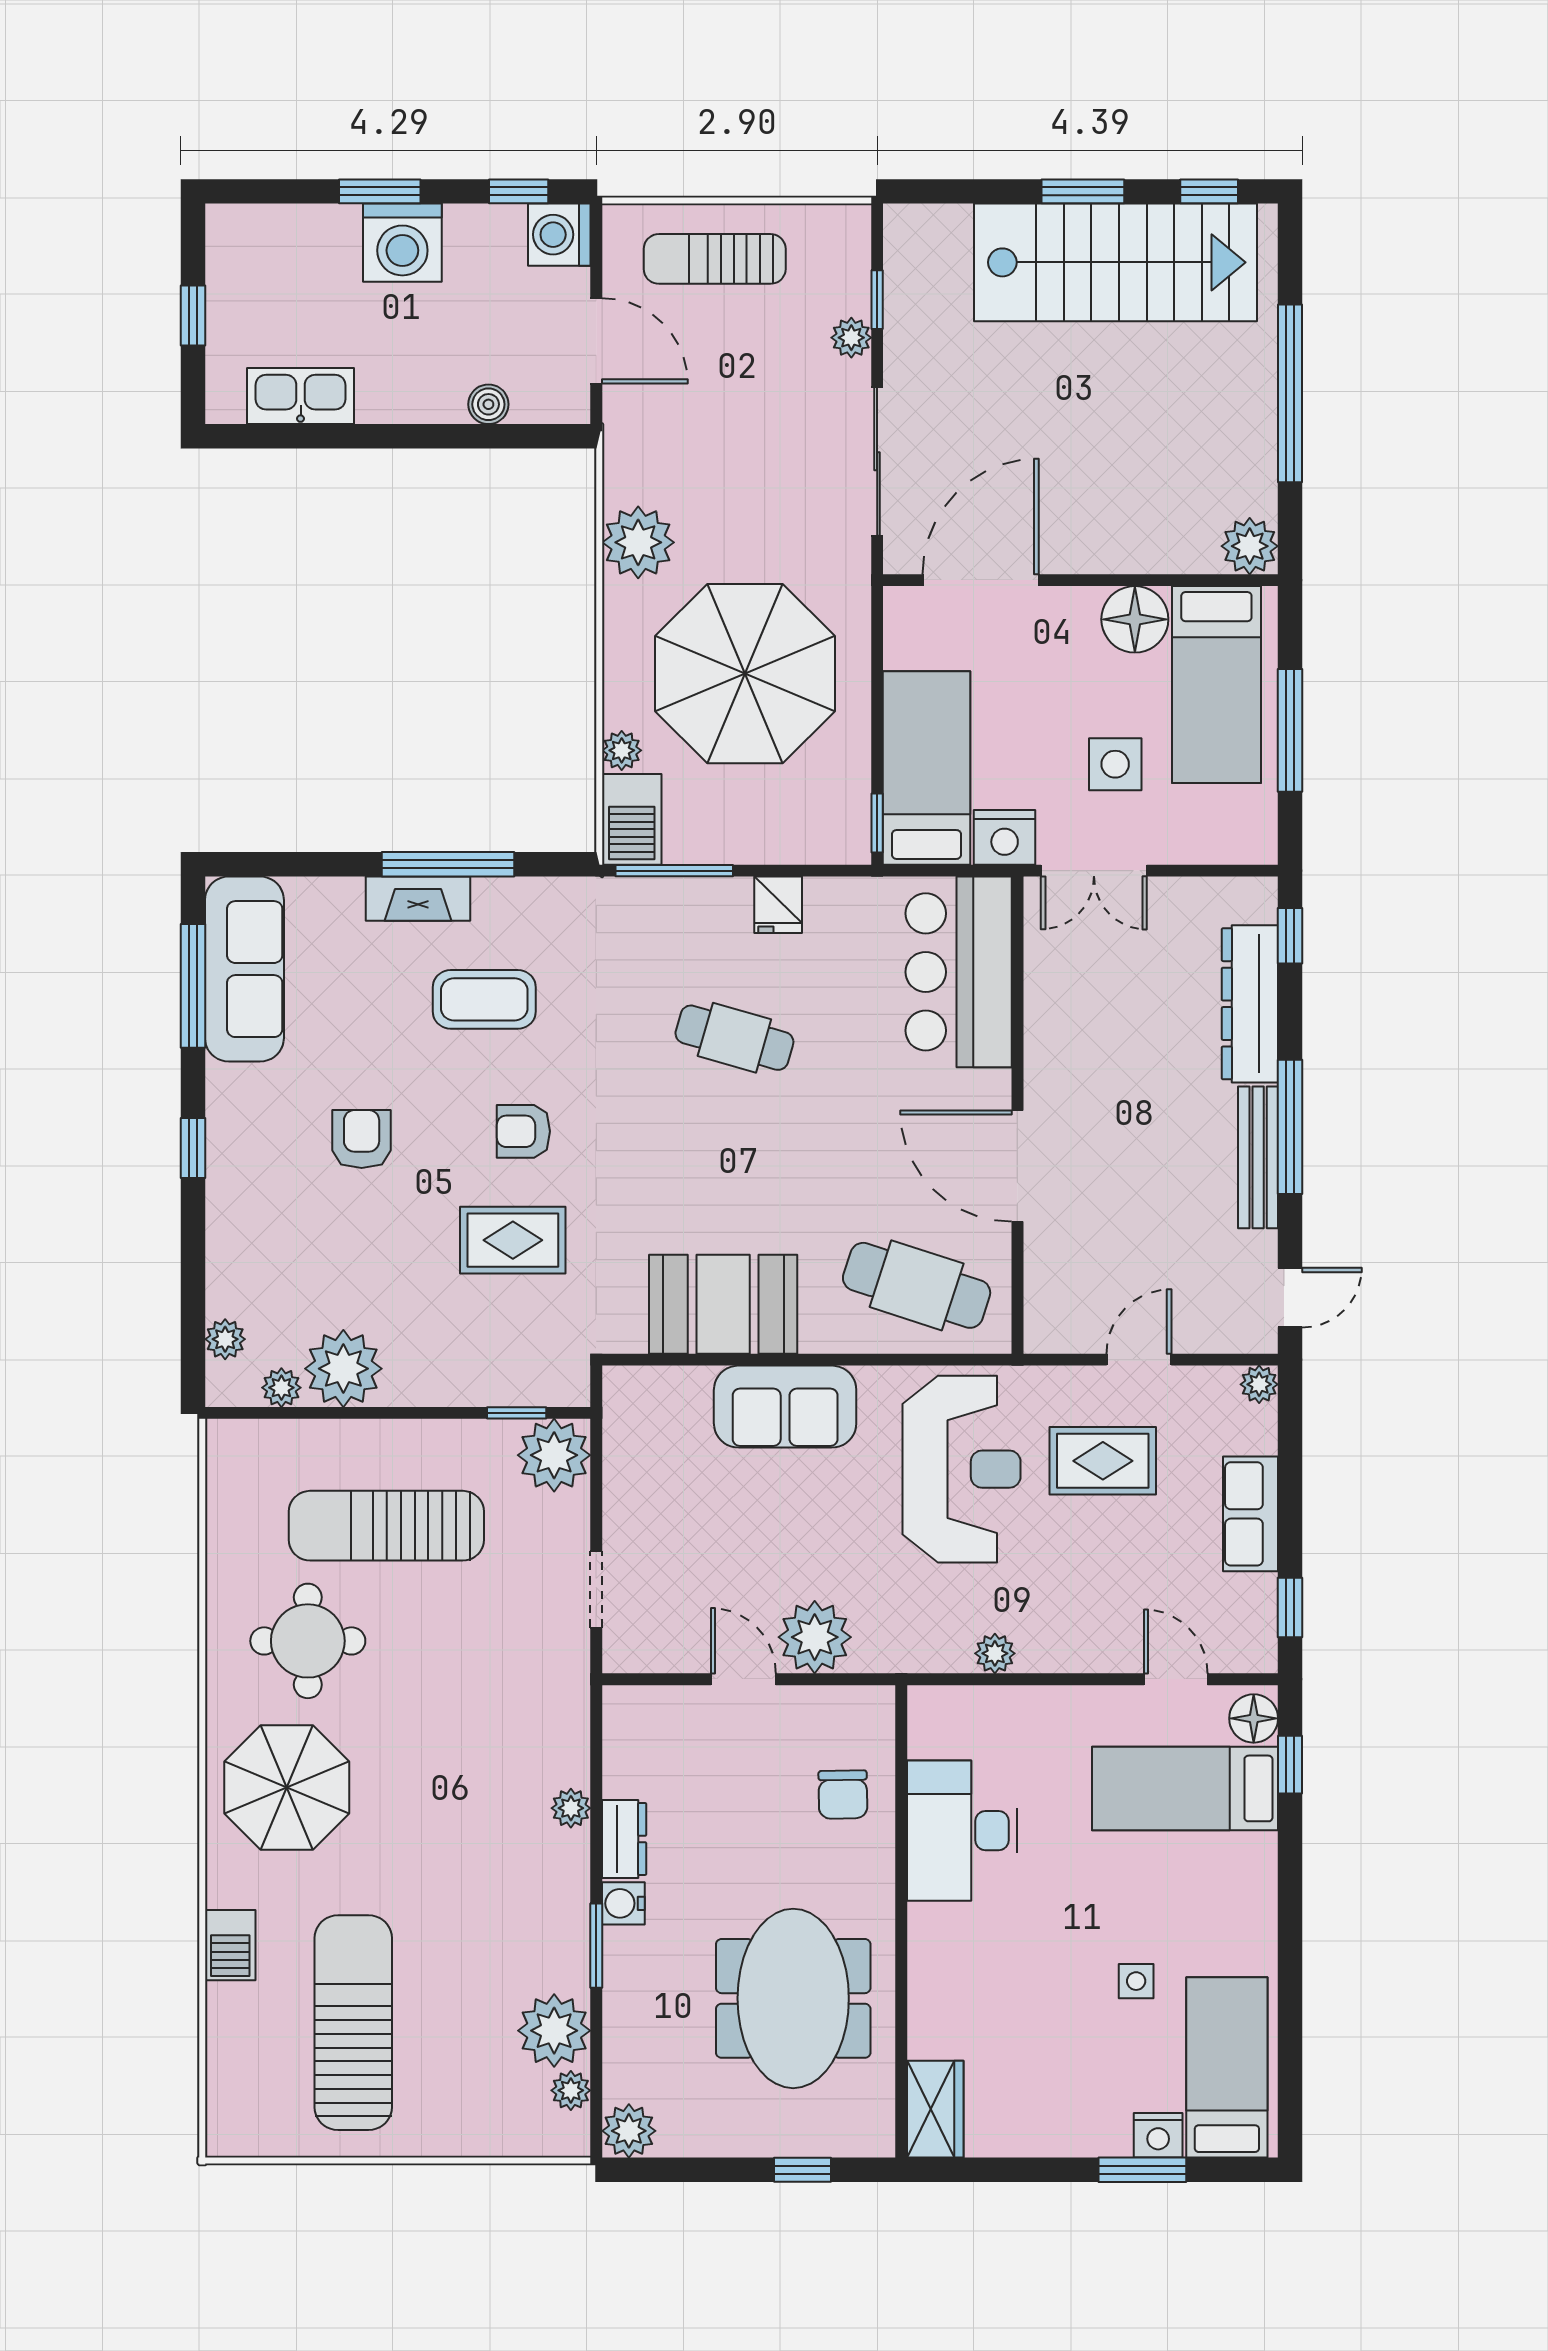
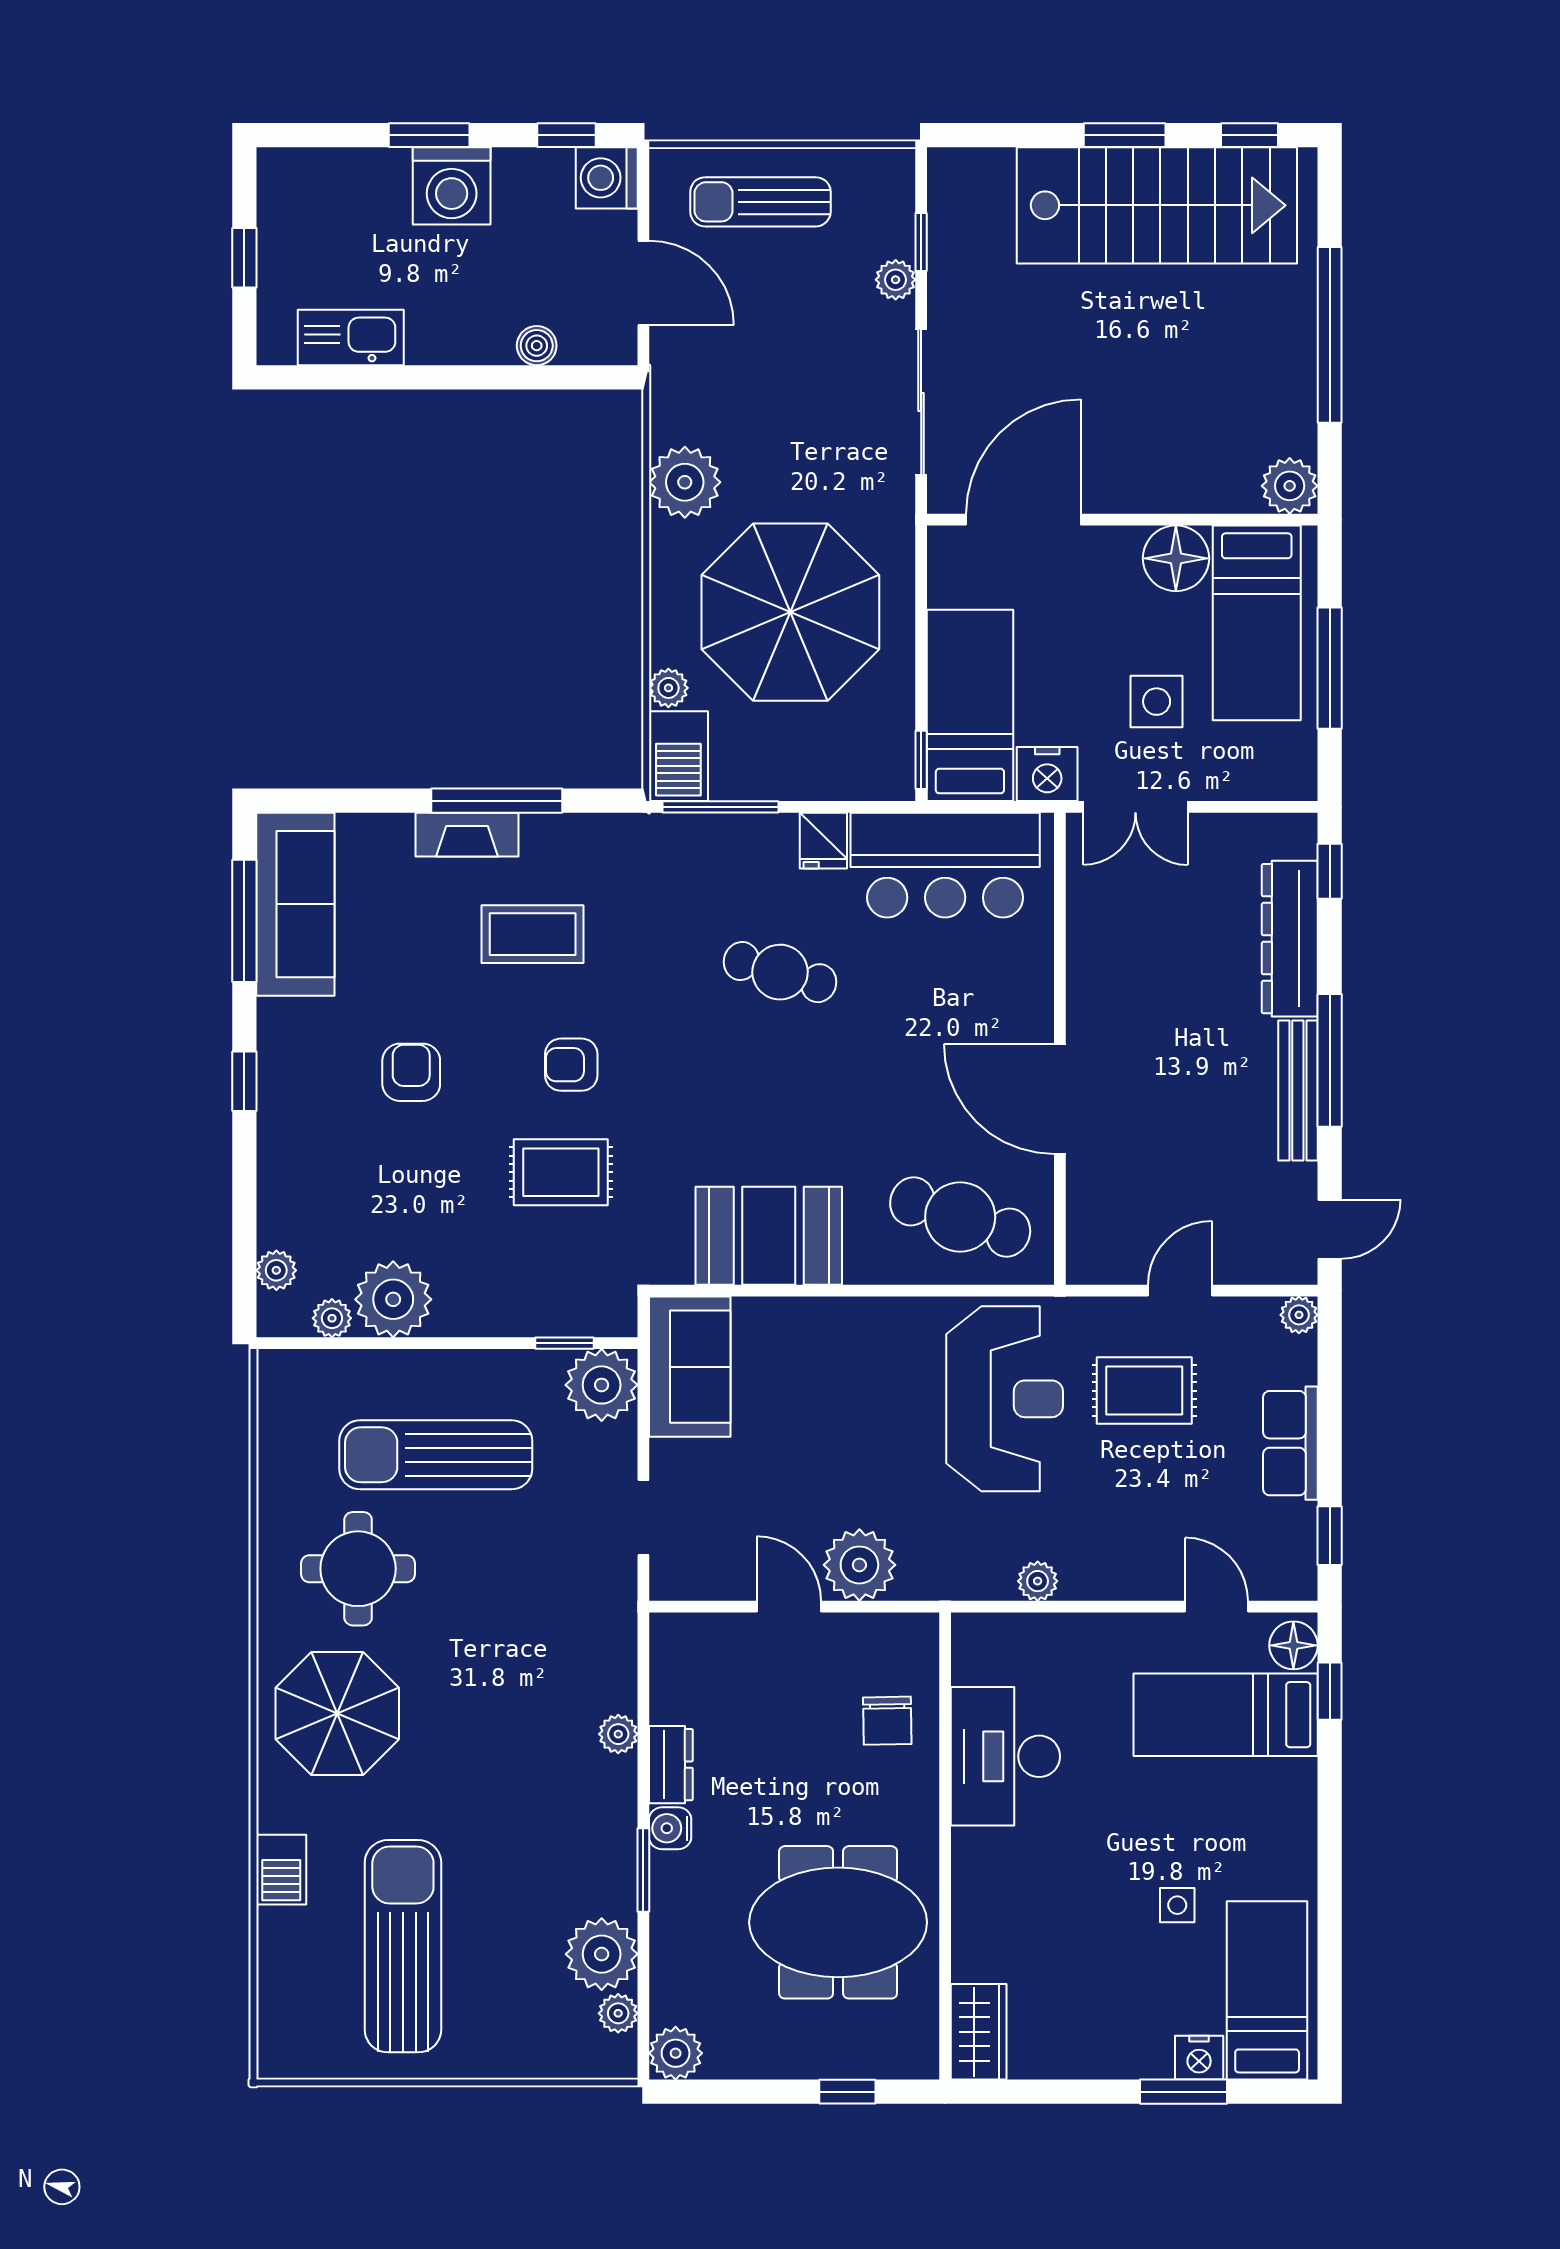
bar counter: (959, 972) -> (945, 865), moved, turned -90
sofa: (785, 1407) -> (690, 1367), moved, turned -90
meeting table: (793, 1998) -> (838, 1922), turned 90

